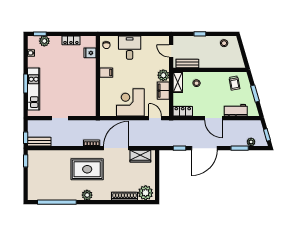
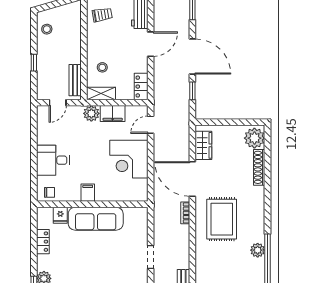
sofa: (87, 78) -> (96, 219), added
plant: (87, 195) -> (258, 250), moved

